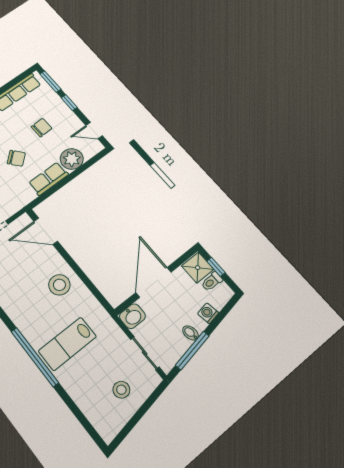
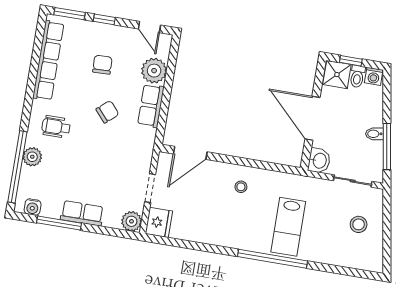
door: (94, 131) -> (149, 27), hinge flipped
stool: (59, 285) -> (241, 187), width x0.53, depth x0.53
washing machine: (208, 313) -> (374, 76), moved, turned -80

